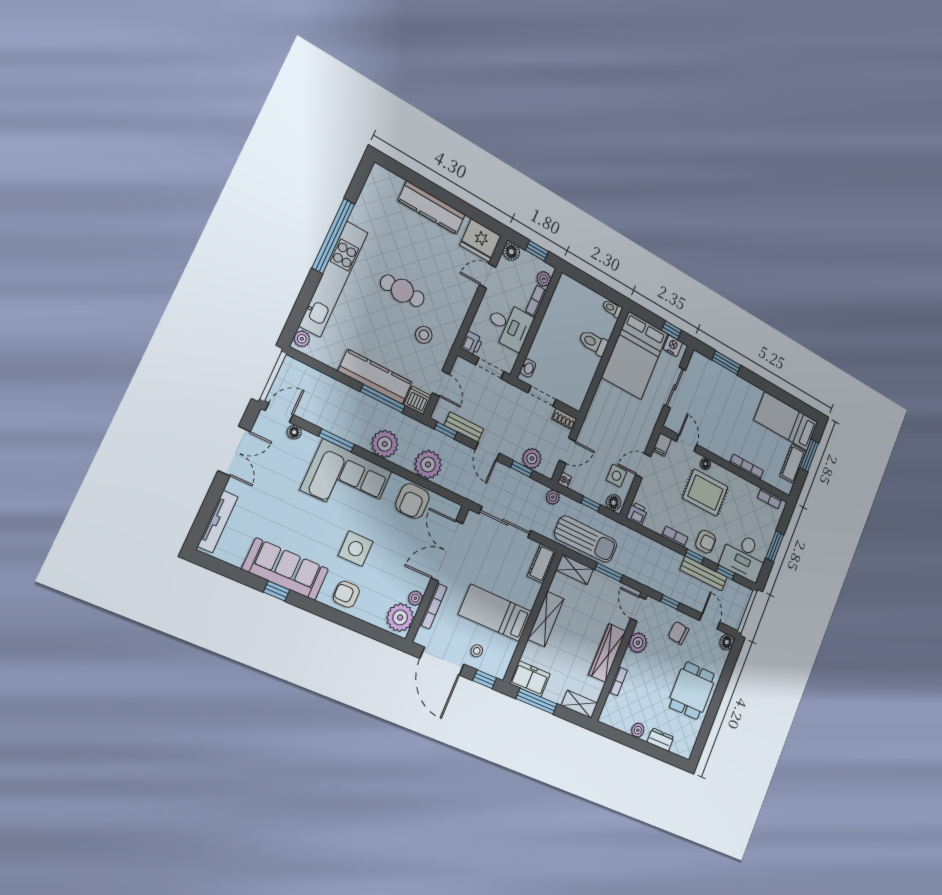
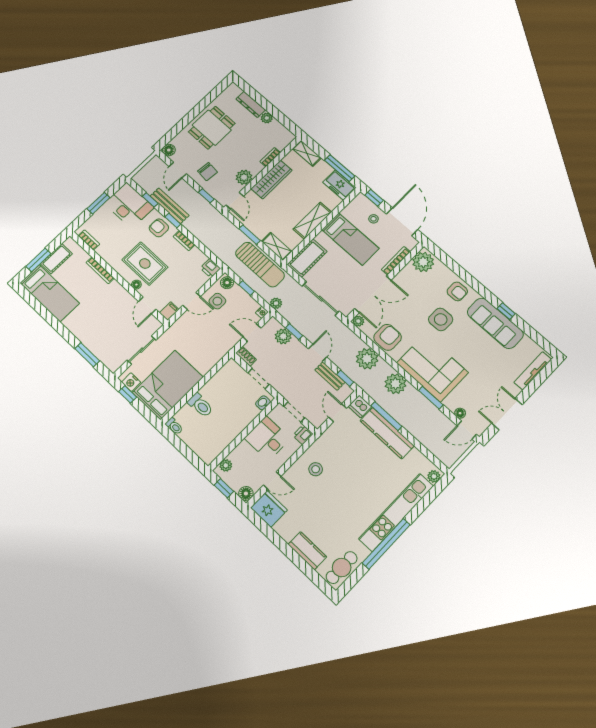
kitchen counter: (432, 208) -> (307, 551), width x0.67
cafe table: (402, 291) -> (342, 568), moved, turned 90
bookcase: (536, 301) -> (238, 451), removed
stool: (424, 335) -> (316, 469), moved
sun lounger: (586, 539) -> (260, 265), turned 180
cot: (542, 564) -> (307, 258), width x1.37, depth x1.34
plant: (415, 598) -> (358, 321), moved
dresser: (660, 740) -> (251, 104), width x1.44

